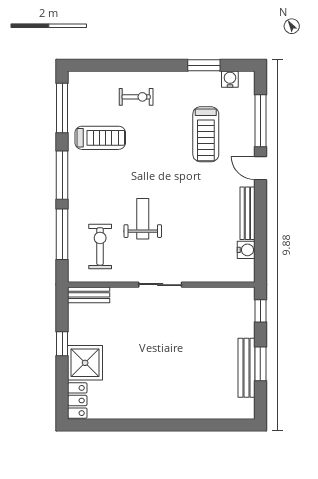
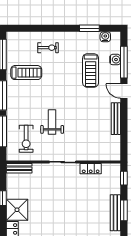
exercise bike: (100, 246) -> (26, 139), turned 180
water cooler: (246, 250) -> (115, 60), moved
locker: (206, 295) -> (91, 169), added

